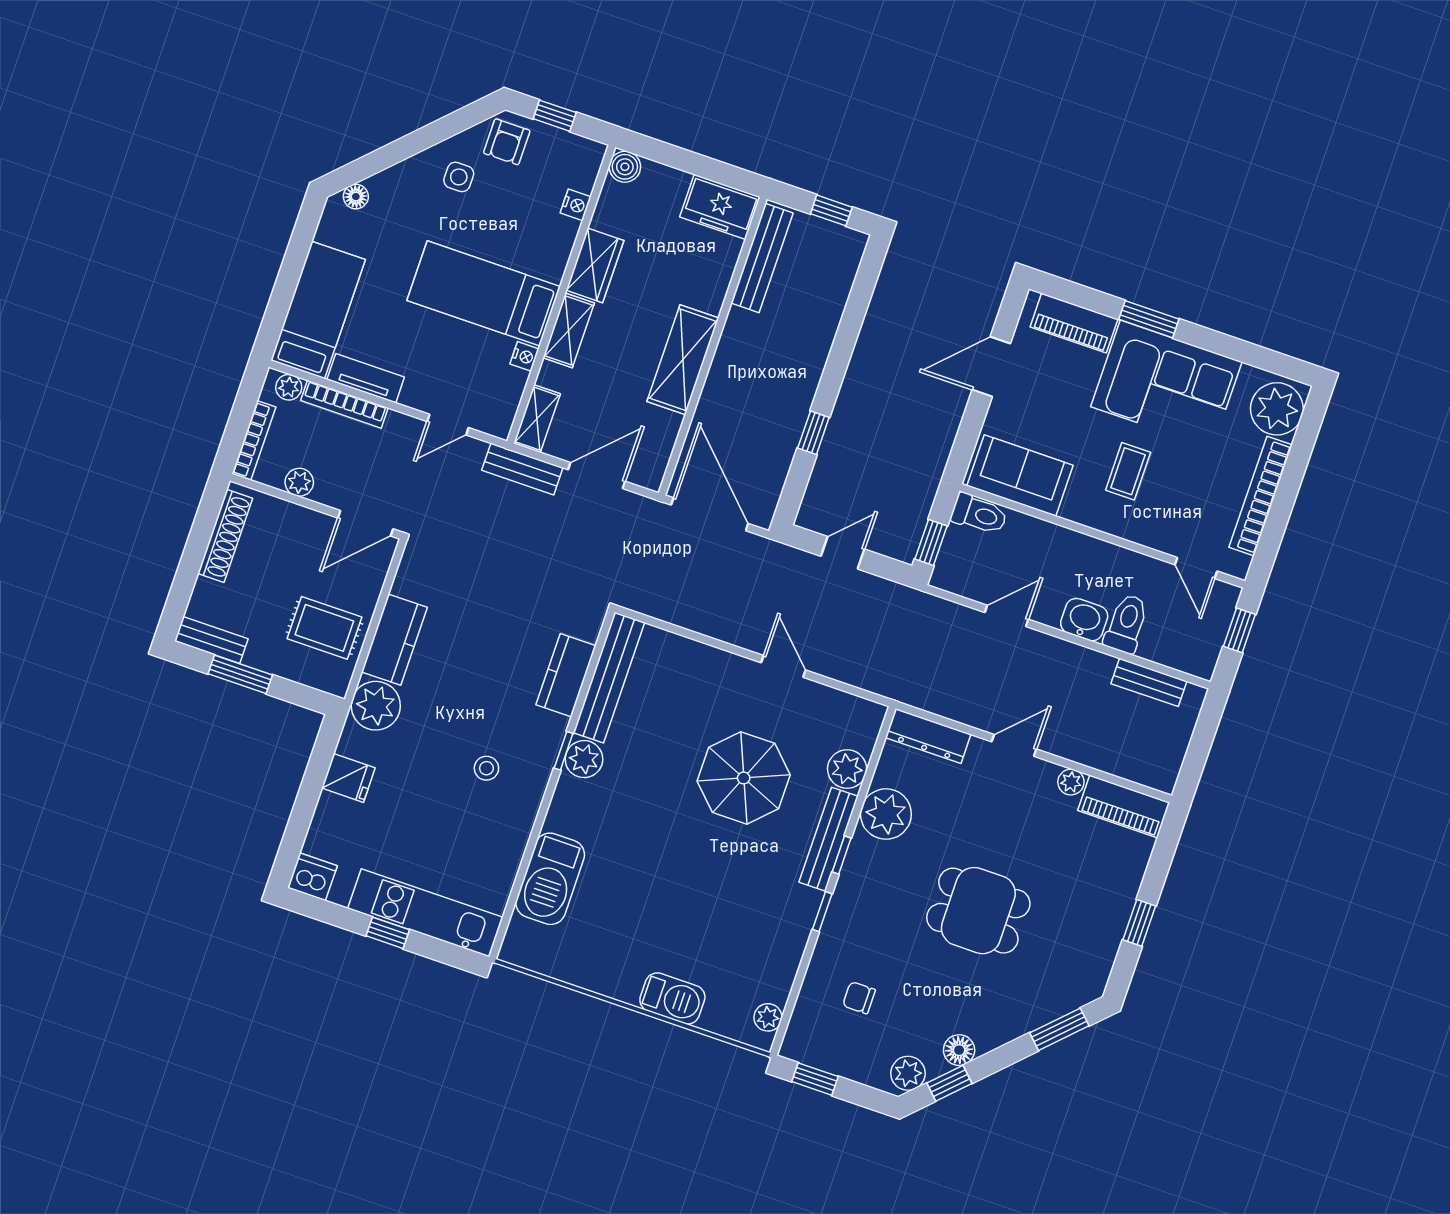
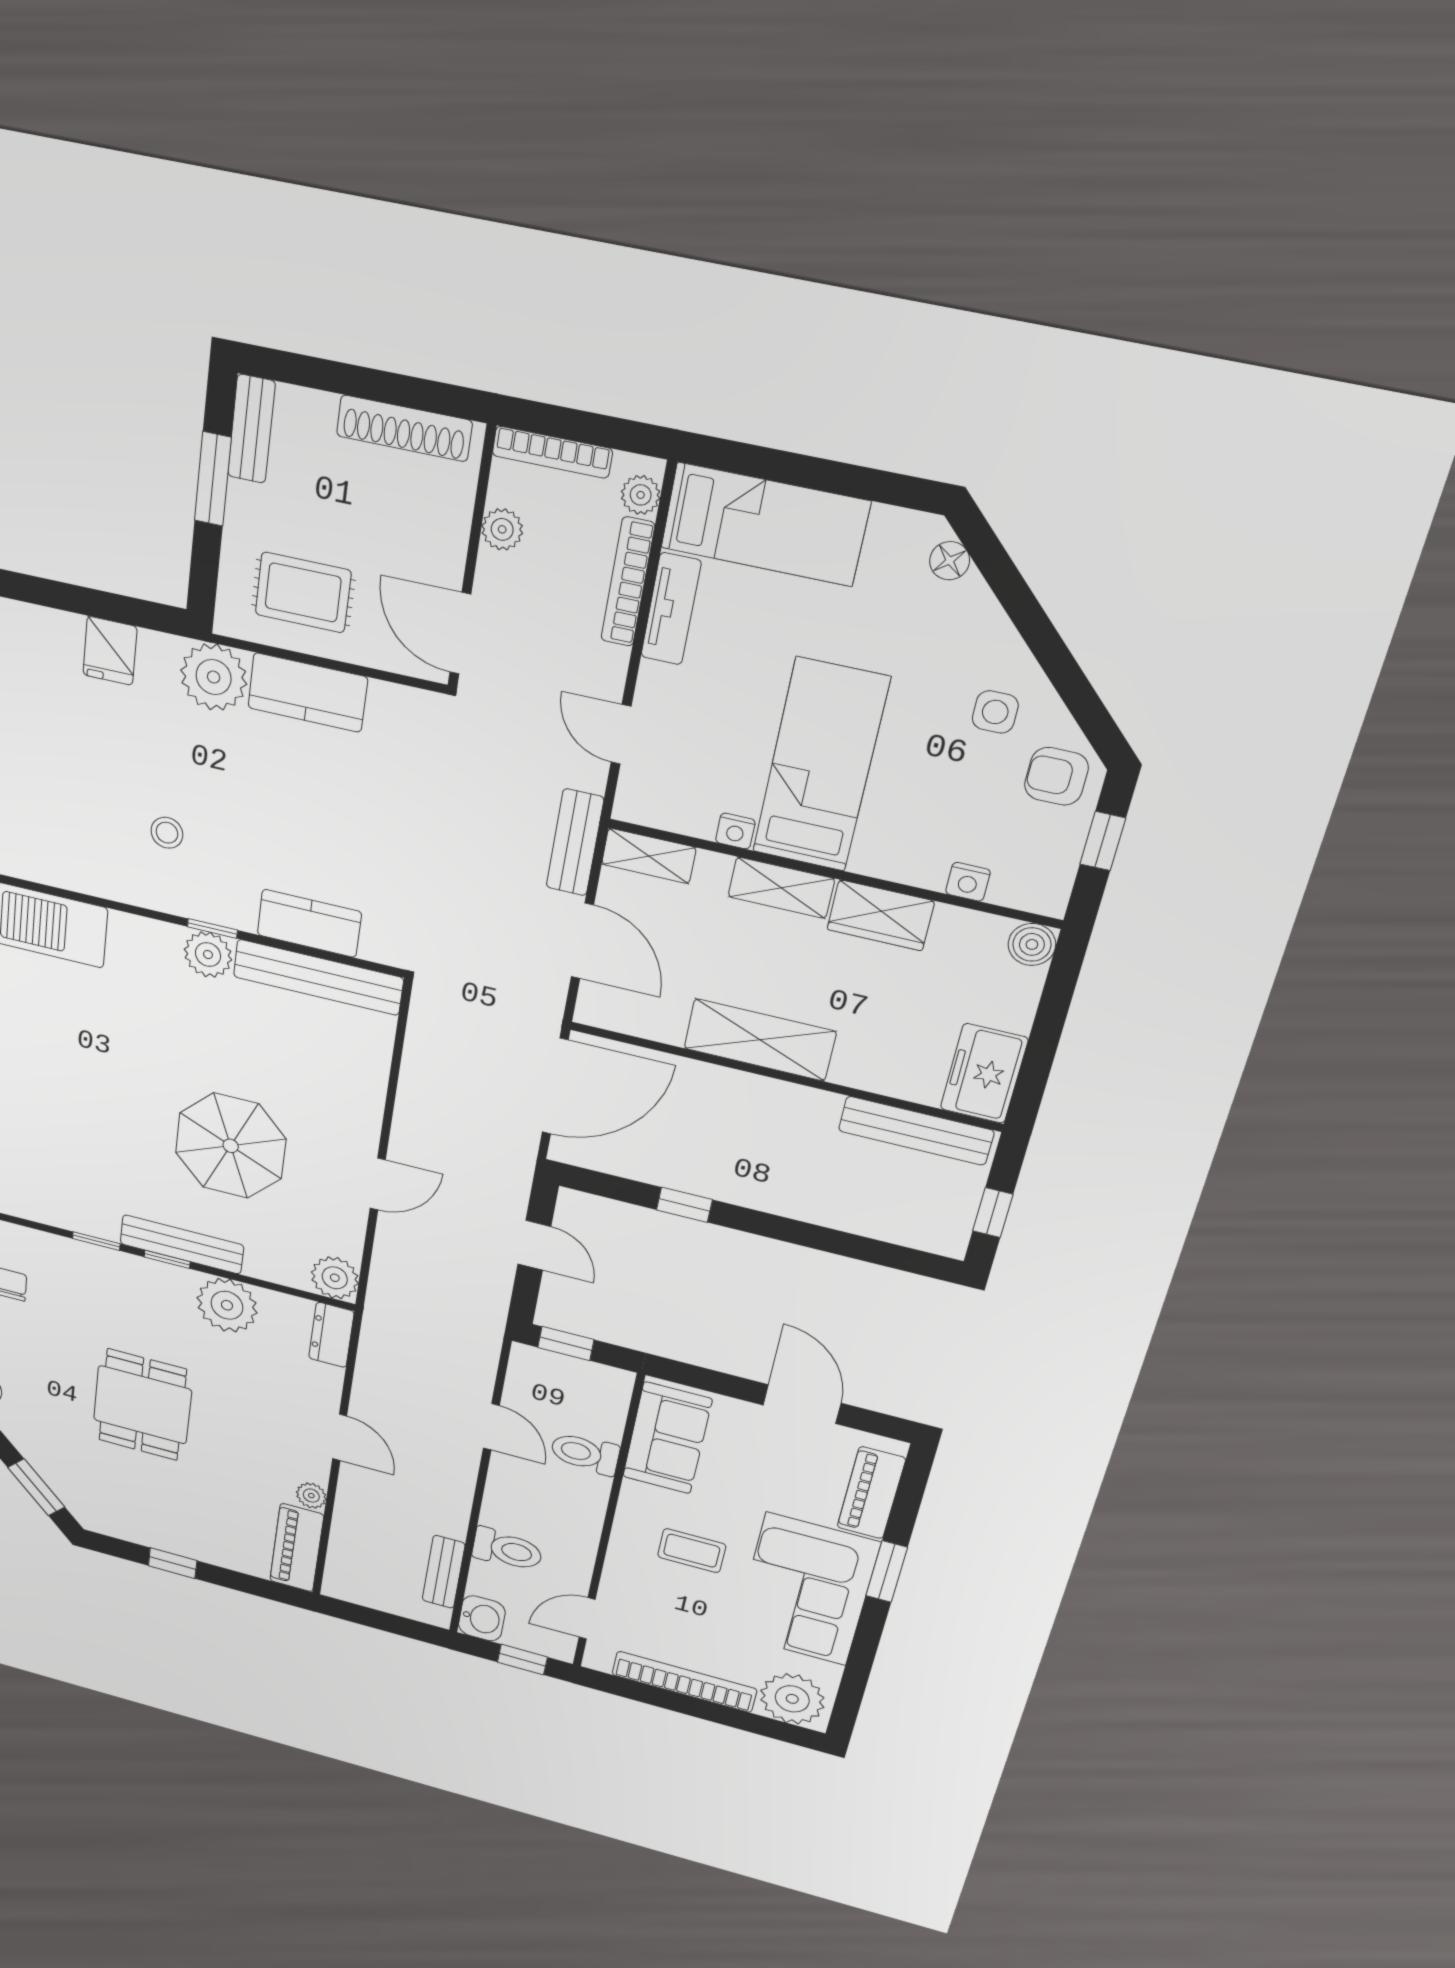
toilet: (979, 514) -> (585, 1453), moved, turned 90
washbasin: (1084, 620) -> (482, 1618), moved
rug: (324, 628) -> (303, 592), turned 90
dresser: (928, 736) -> (331, 1335), width x0.70
plant: (847, 769) -> (335, 1278), moved

